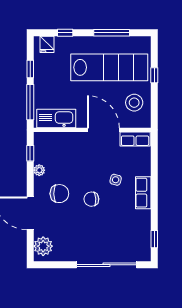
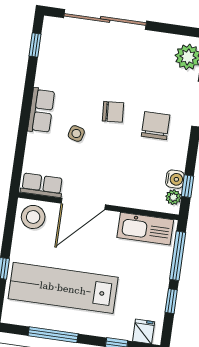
stool: (134, 103) -> (33, 217), moved
door: (103, 130) -> (83, 204), hinge flipped
water cooler: (40, 157) -> (175, 179), added
plant: (39, 170) -> (173, 197), moved
chair: (59, 194) -> (156, 126), turned 90

